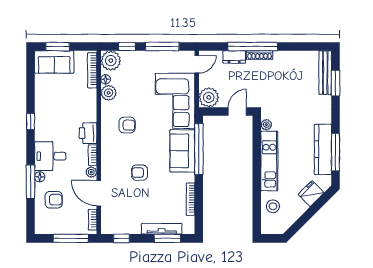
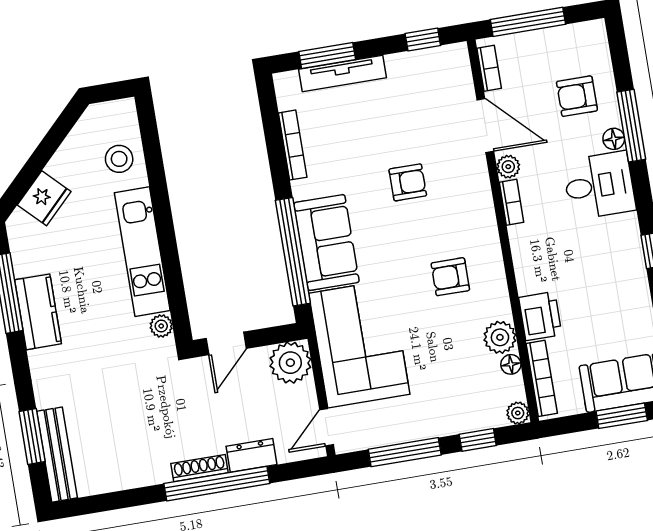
plant: (111, 61) -> (518, 413), width x0.53, depth x0.53
printer: (88, 133) -> (540, 316), moved
kitchen counter: (323, 149) -> (38, 312), width x0.67

